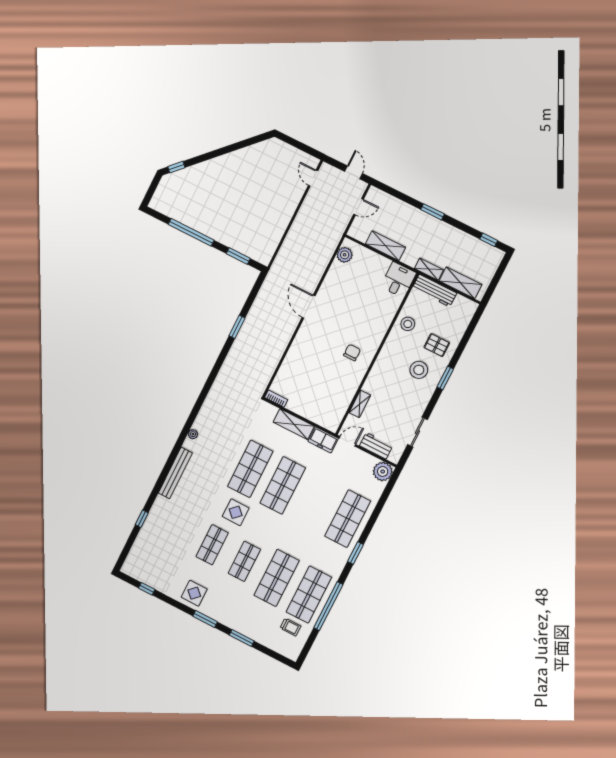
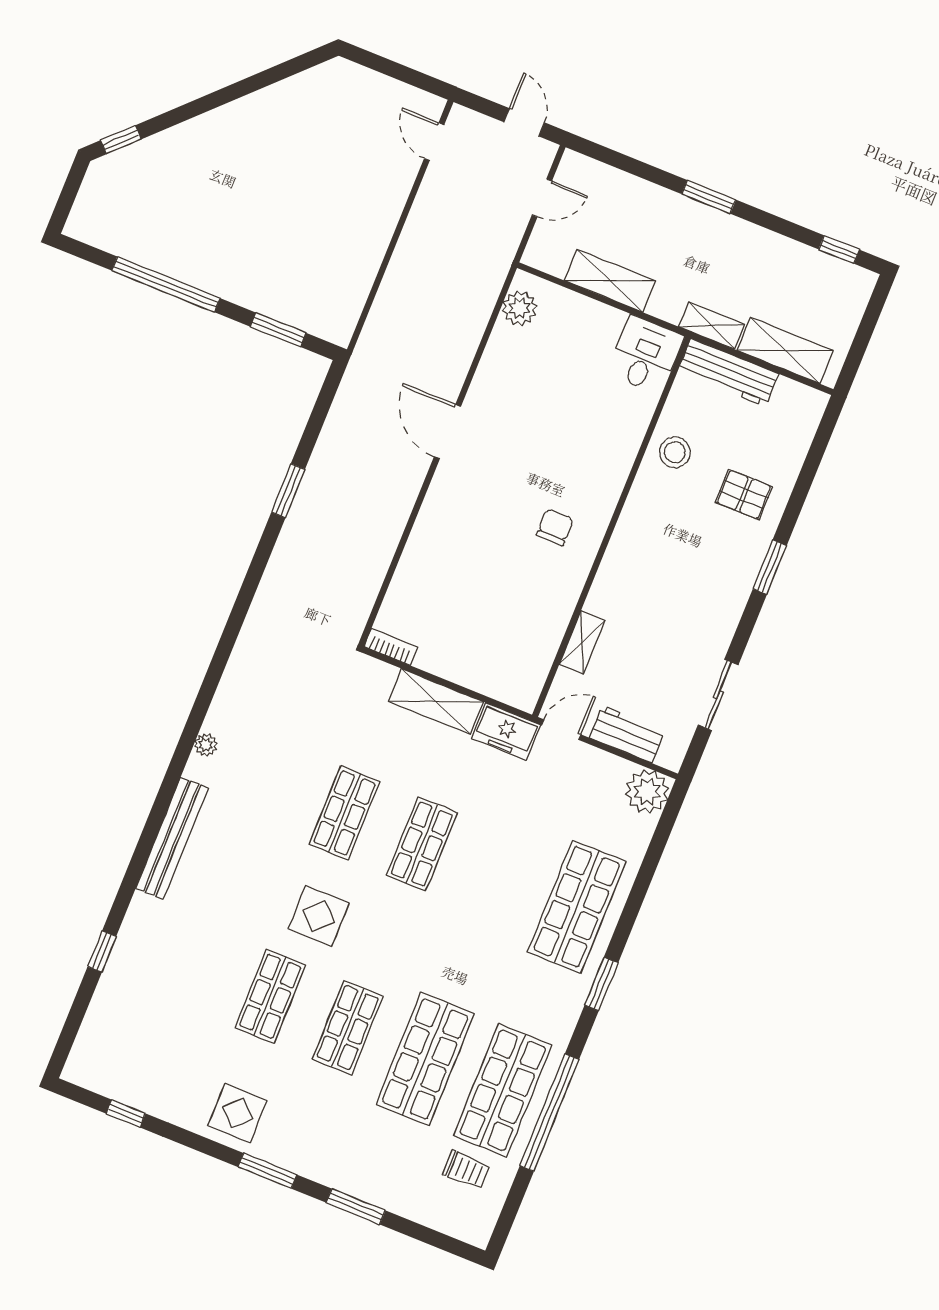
stool: (419, 370) -> (709, 554), removed
shop shelf: (250, 469) -> (344, 813), width x0.70, depth x0.74
shop shelf: (283, 485) -> (422, 844), width x0.70, depth x0.74

